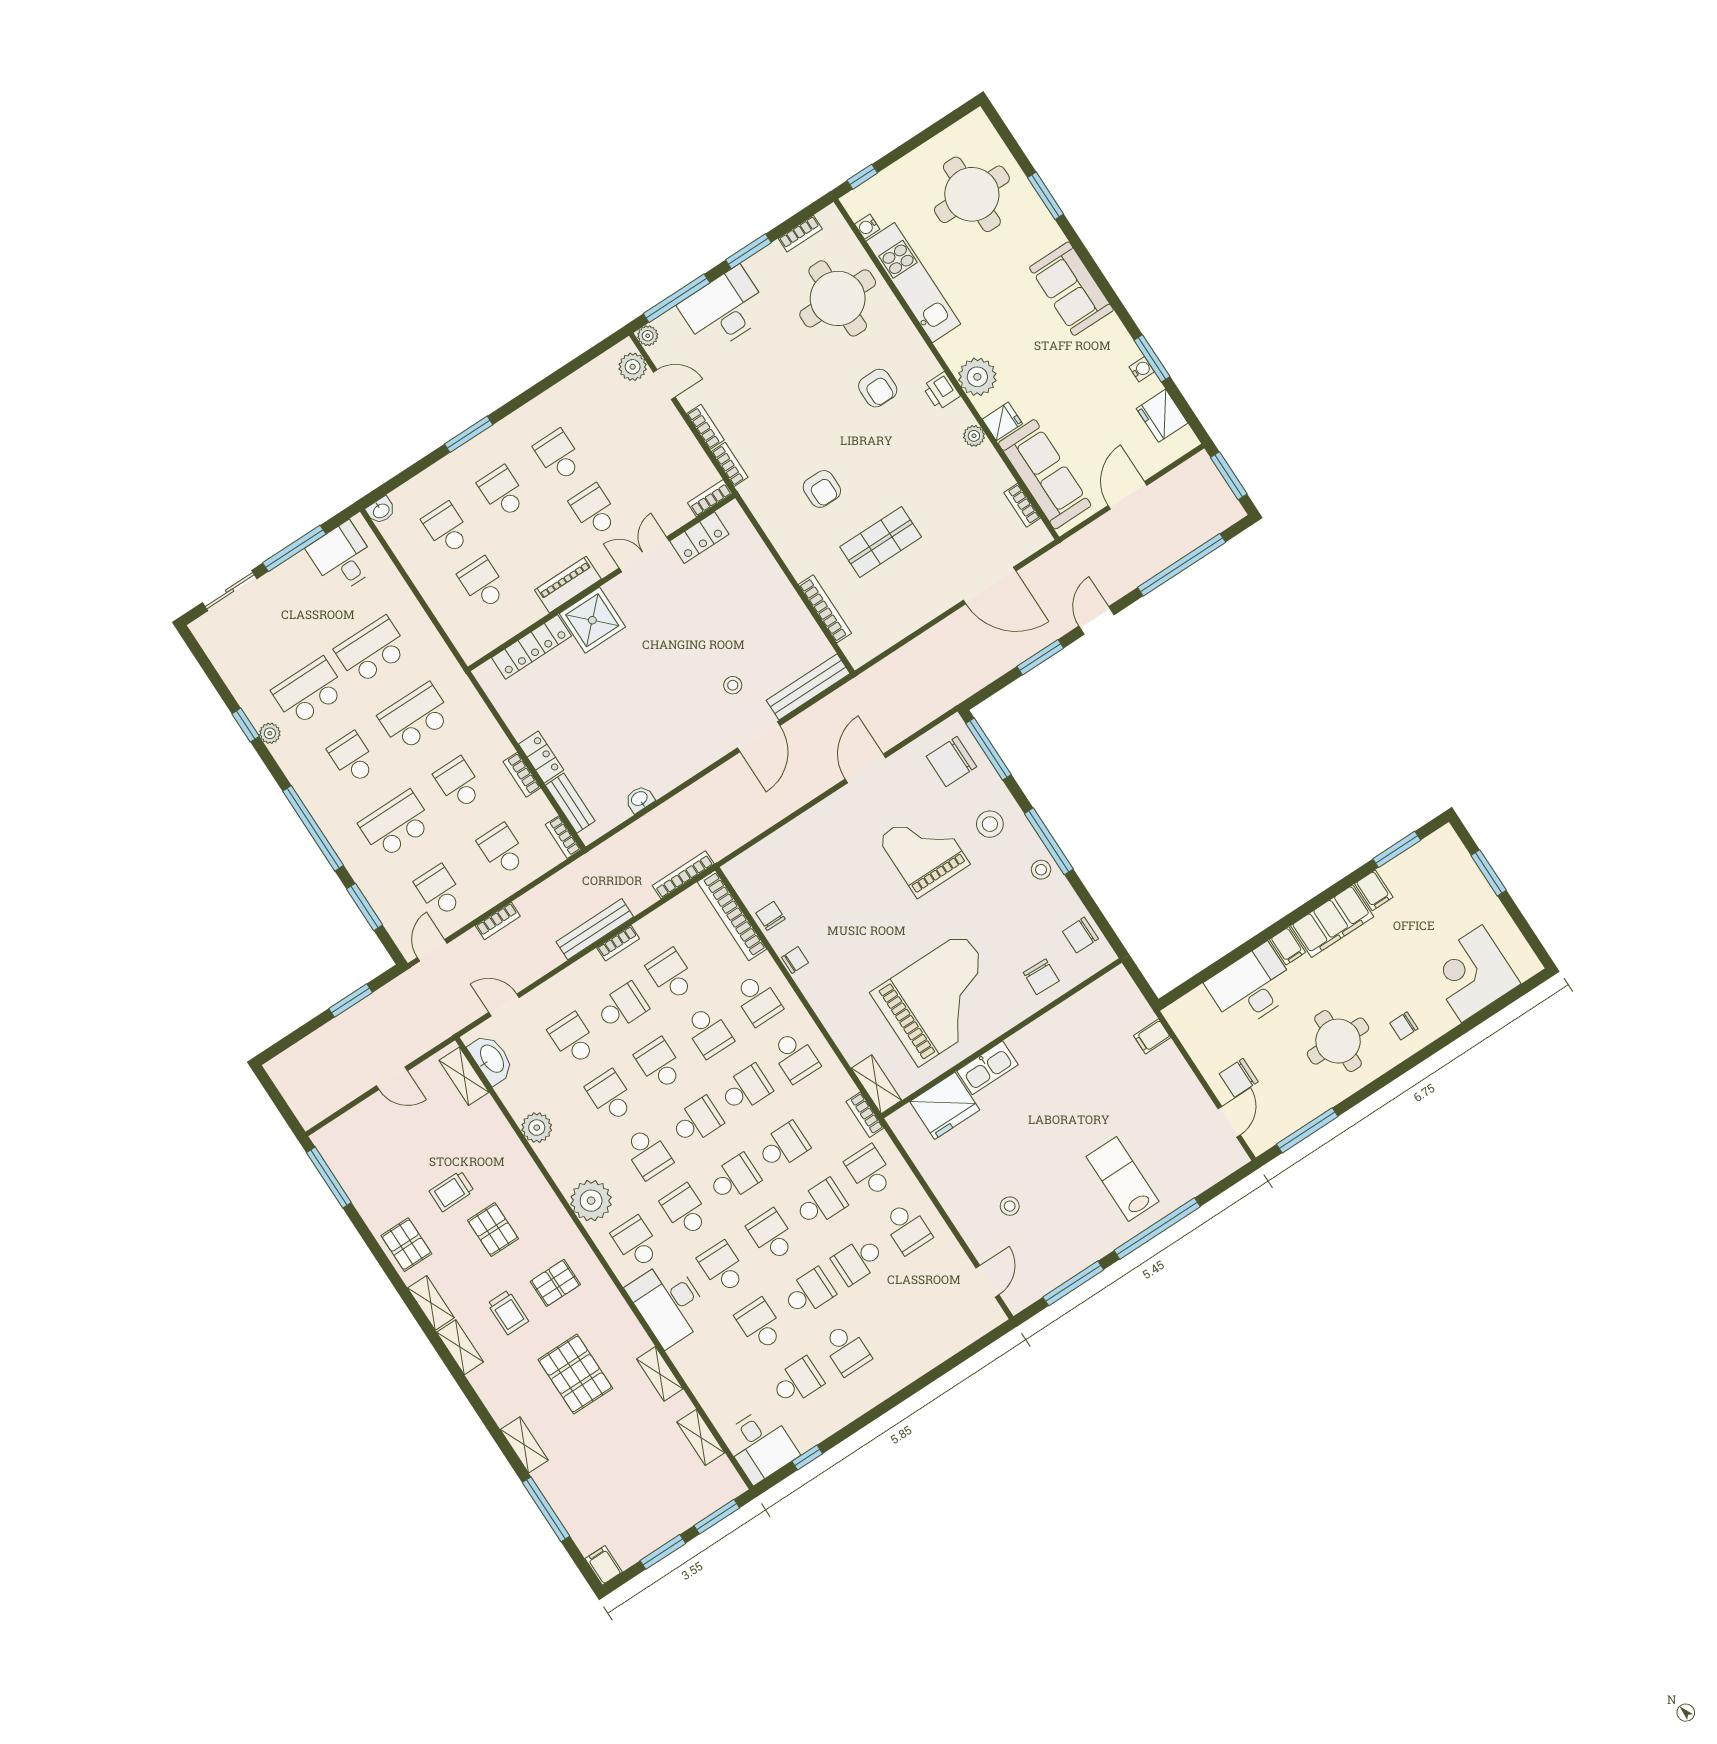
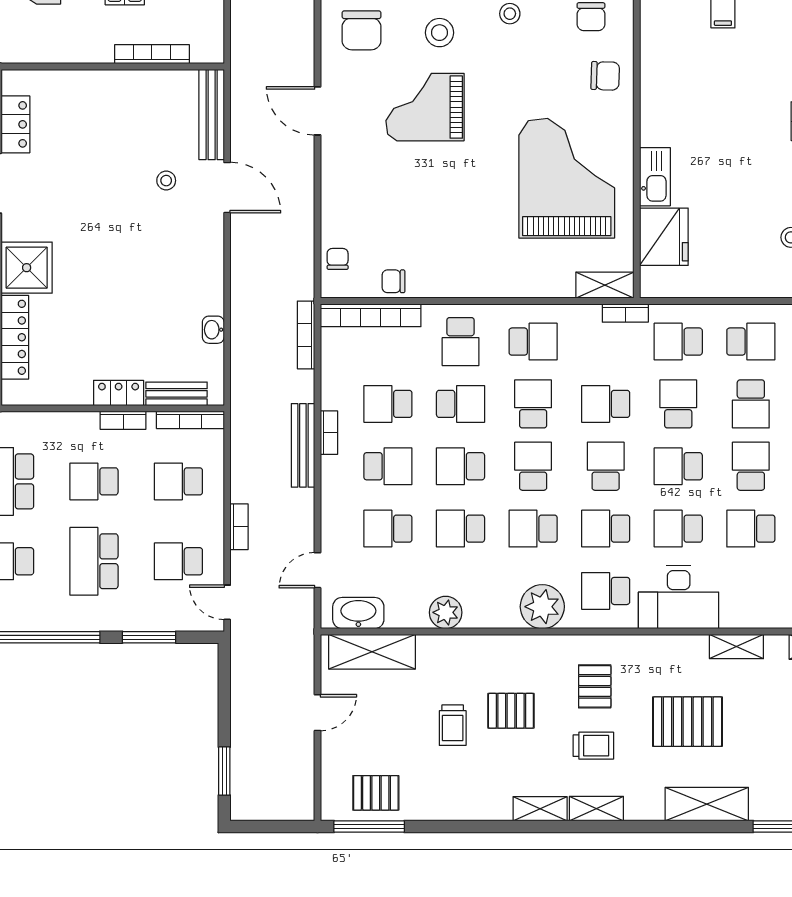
bookcase: (563, 837) -> (190, 420), width x1.56
chair: (795, 960) -> (338, 259), moved
school desk: (758, 1000) -> (461, 342), turned 90
window: (351, 1001) -> (224, 771), moved
school desk: (622, 1007) -> (388, 466), turned 90
shelving: (464, 1076) -> (372, 652), width x1.50, depth x1.33
school desk: (783, 1146) -> (606, 404), turned -90
school desk: (648, 1153) -> (533, 529), turned 180
pallet: (406, 1245) -> (376, 793), moved
shelving: (524, 1445) -> (707, 804), width x1.50, depth x1.33

